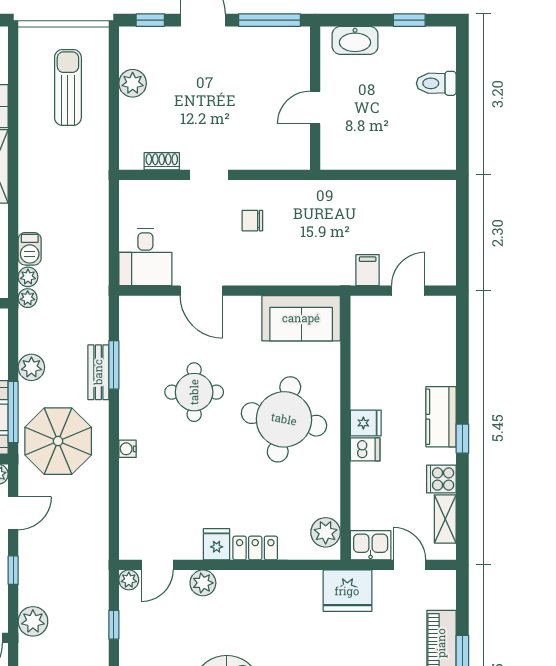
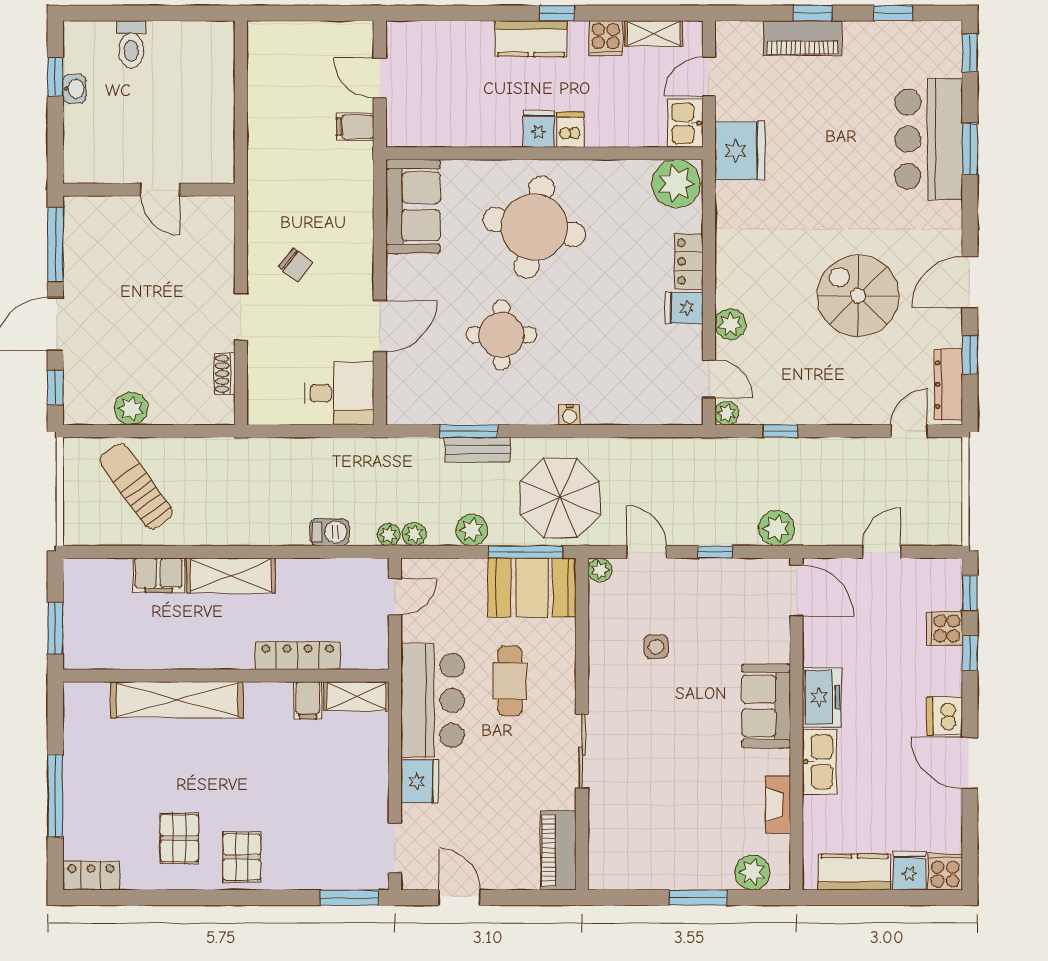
washbasin: (355, 40) -> (74, 89), moved, width x0.52, depth x0.69
sun lounger: (68, 88) -> (136, 486), turned 54
chair: (252, 221) -> (296, 265), turned -51
plant: (28, 277) -> (414, 534), moved
plant: (326, 532) -> (676, 184), width x1.36, depth x1.36

